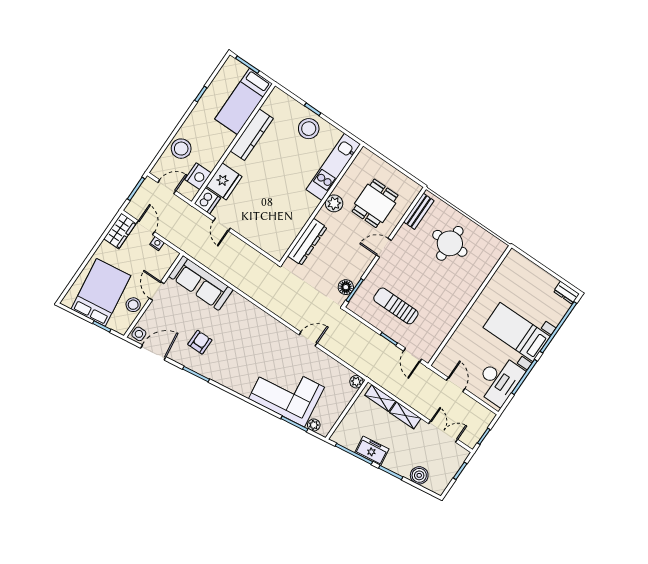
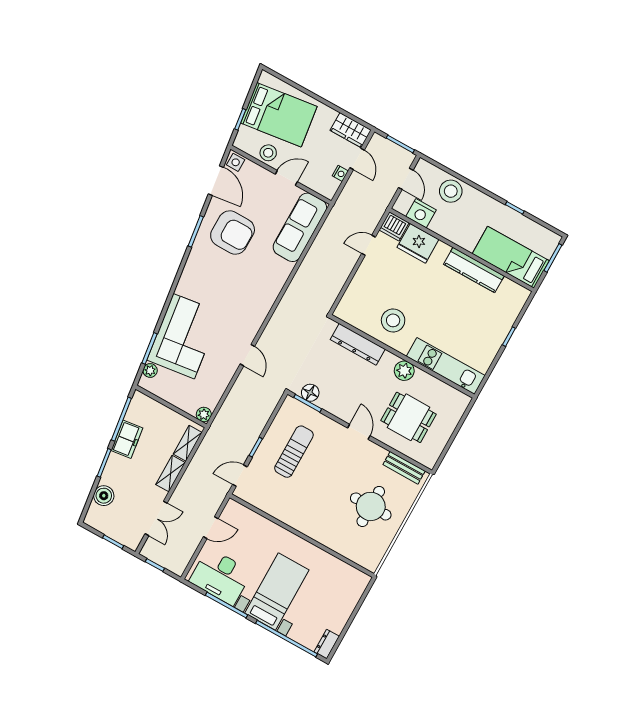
stool: (309, 129) -> (393, 320), moved
door: (146, 228) -> (357, 159), hinge flipped
armchair: (200, 342) -> (233, 233), width x1.88, depth x1.88

